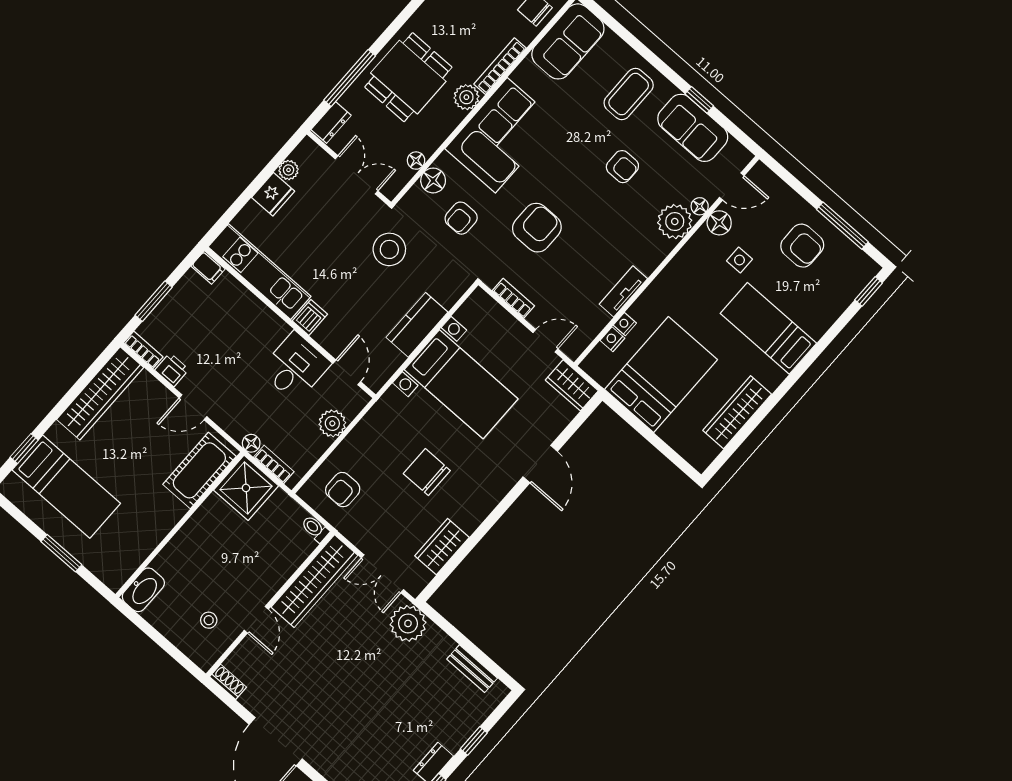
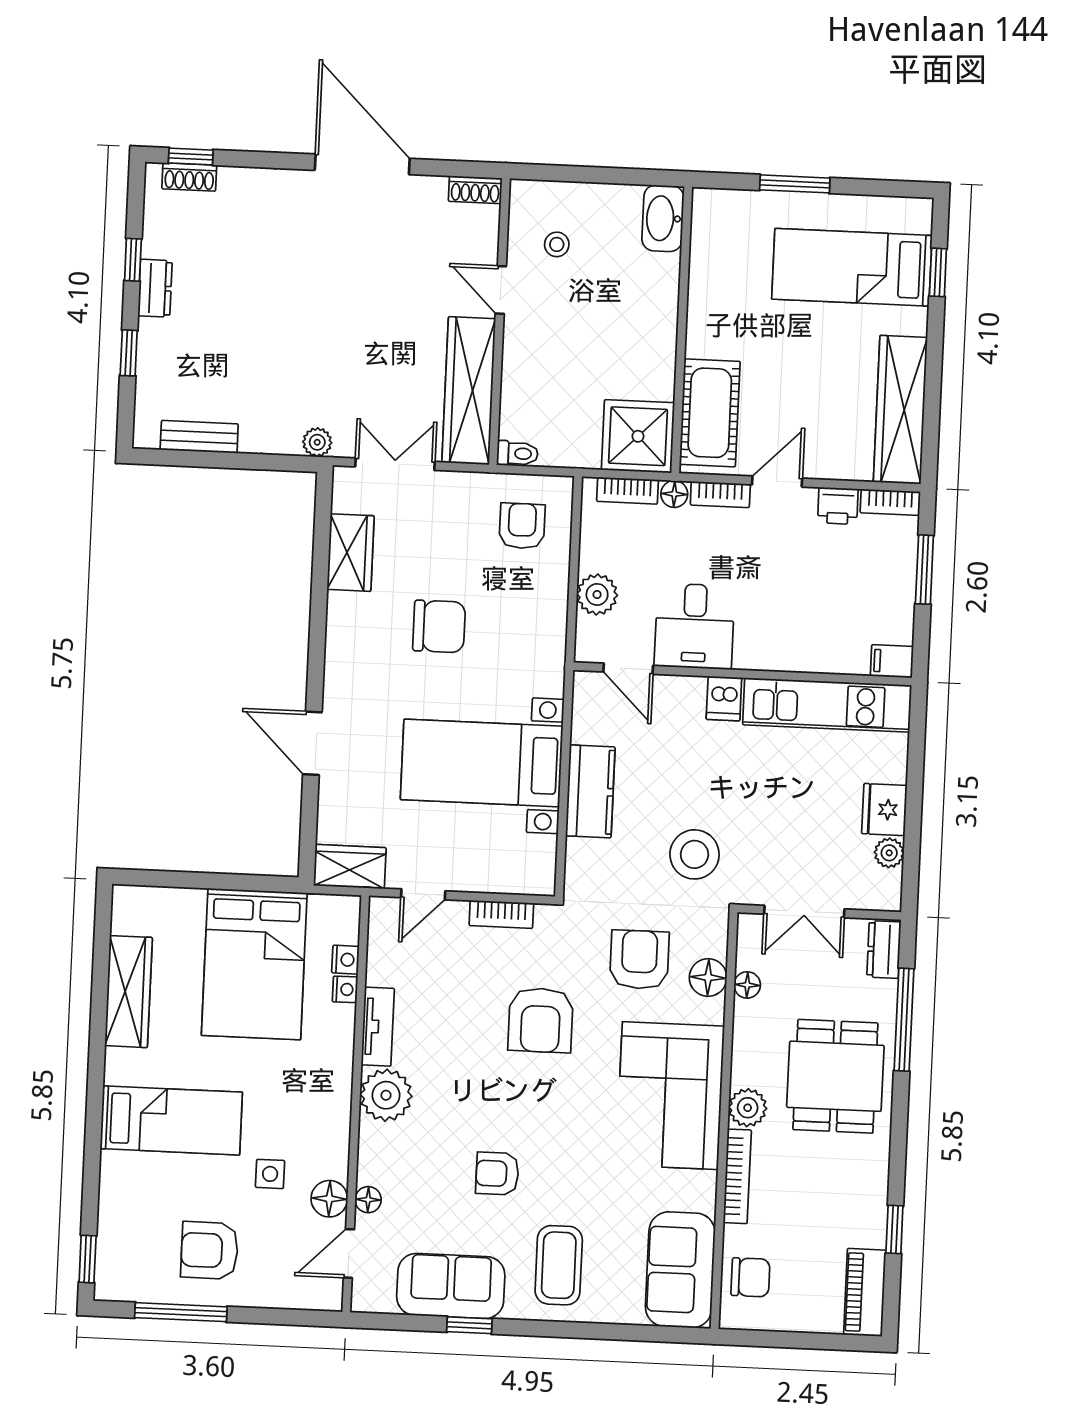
armchair: (461, 218) -> (639, 960), width x1.38, depth x1.38
plant: (675, 222) -> (386, 1095), moved
bookcase: (228, 424) -> (720, 494), added
plant: (408, 623) -> (317, 442), width x0.53, depth x0.53

